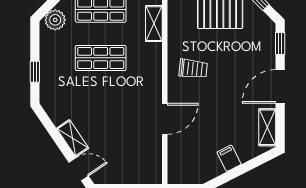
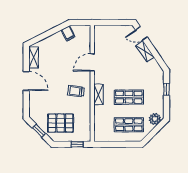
shelving: (154, 24) -> (98, 94), moved
window: (280, 43) -> (26, 105), removed
door: (280, 86) -> (26, 81), hinge flipped
filing cabinet: (229, 158) -> (68, 33), moved

